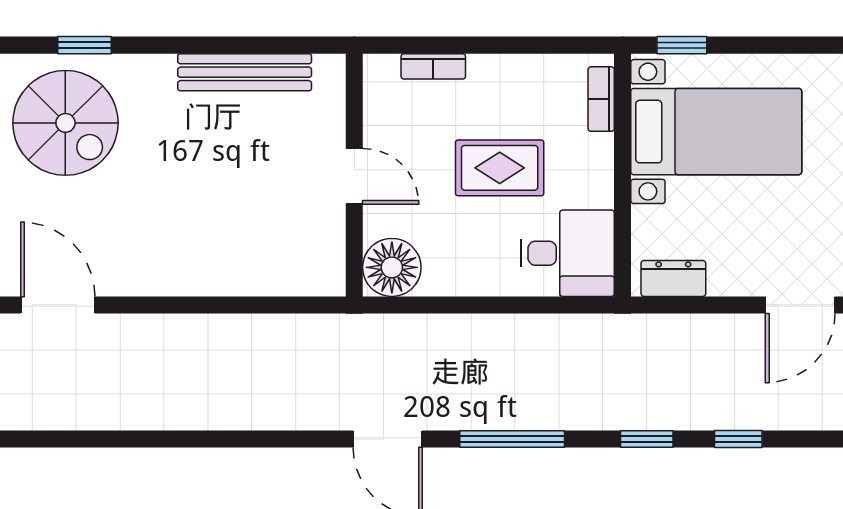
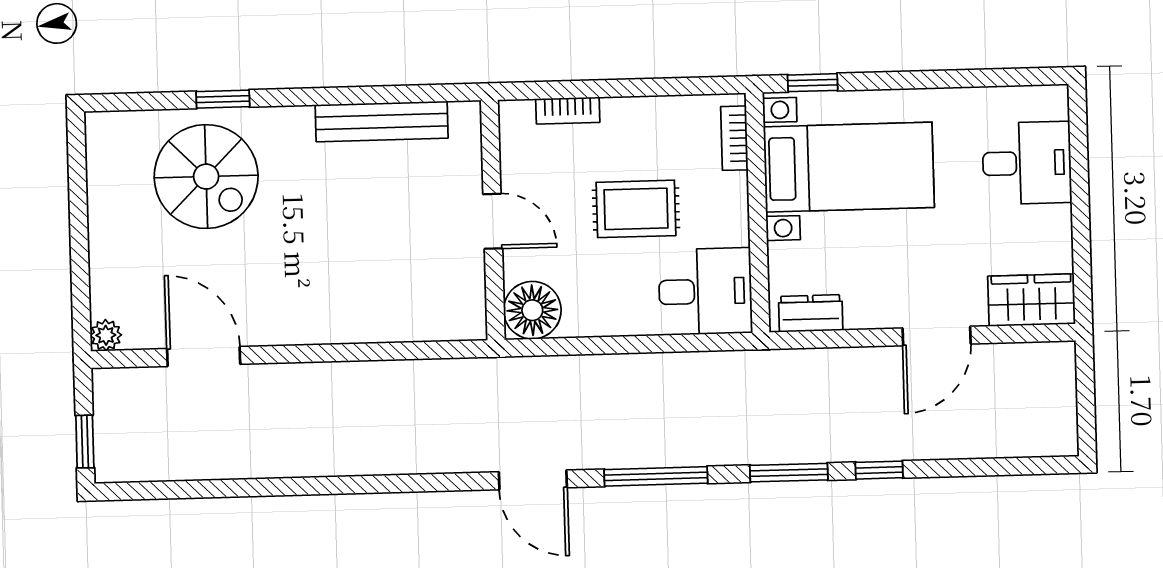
window: (647, 439) -> (789, 473), width x1.50

